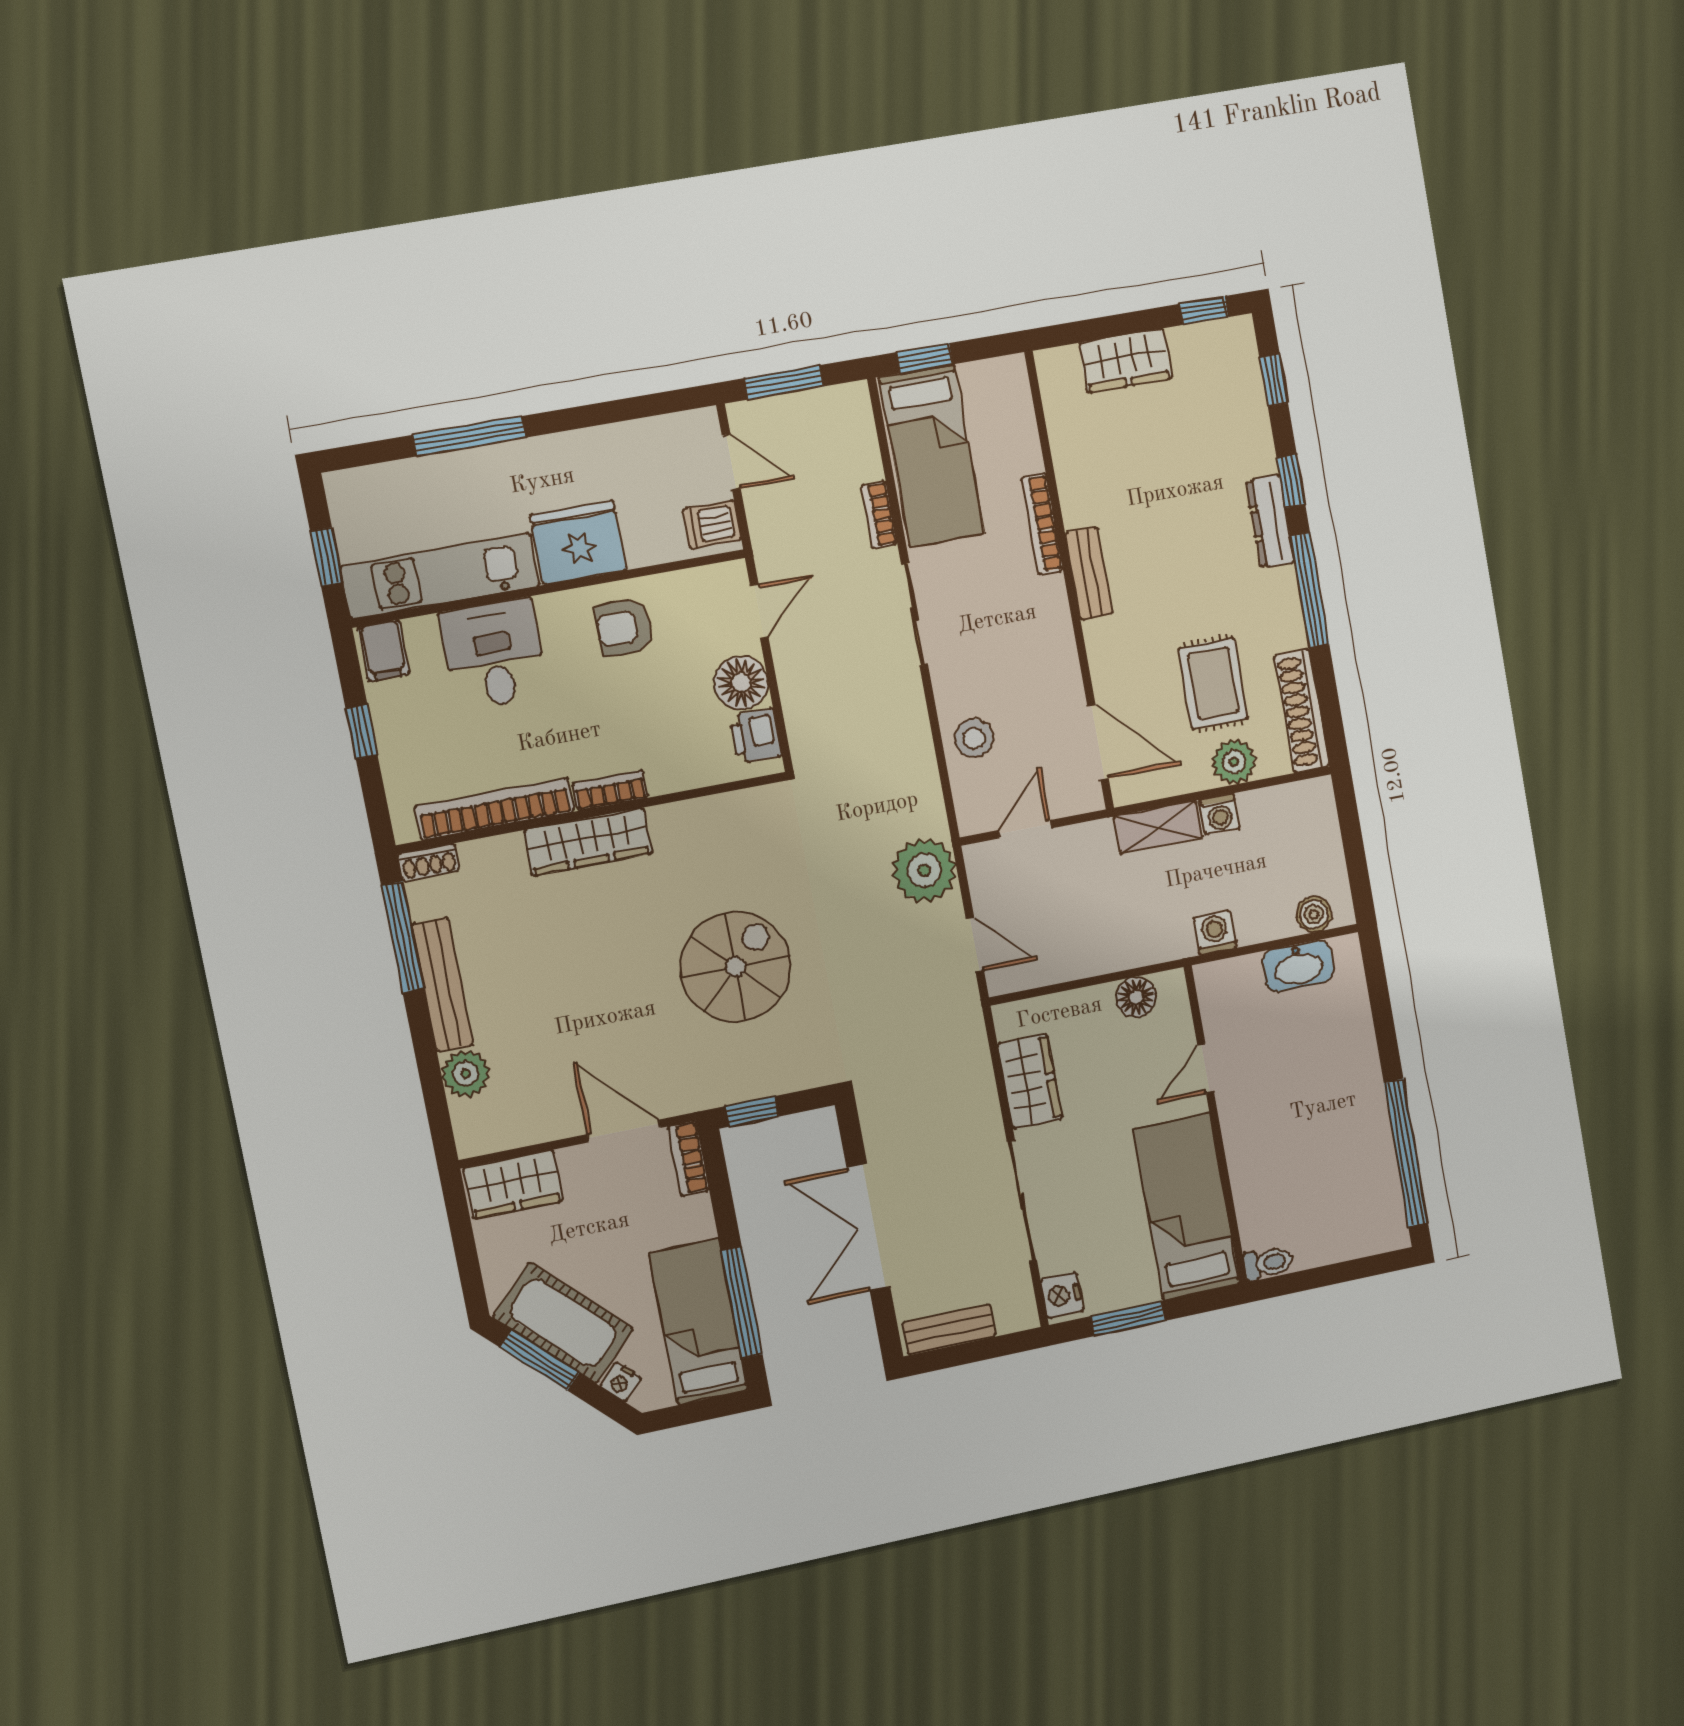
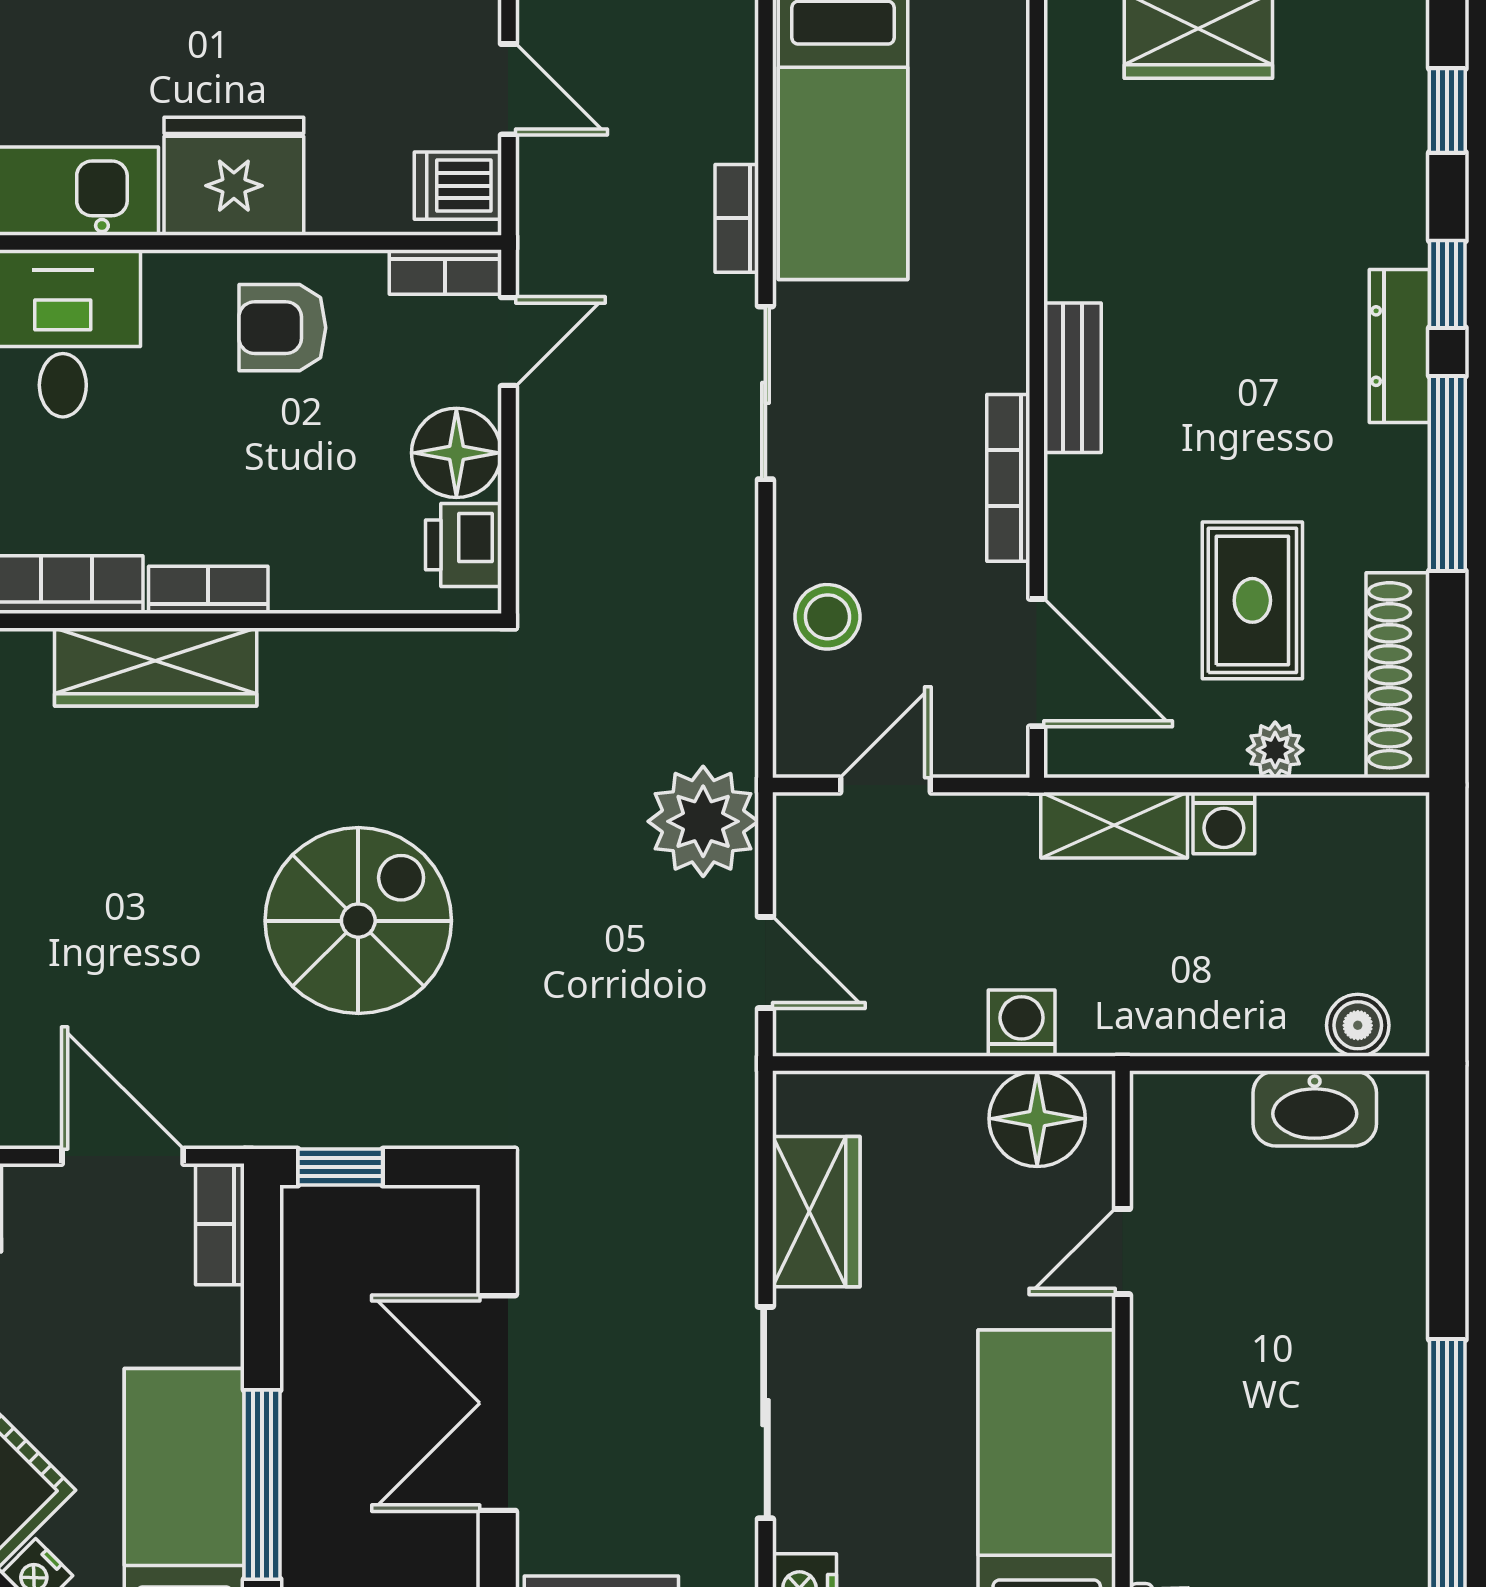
bookcase: (1042, 524) -> (1008, 478), moved
bookcase: (714, 577) -> (445, 272), added
plant: (1234, 762) -> (1275, 750), width x0.73, depth x0.73
washing machine: (1215, 933) -> (1022, 1023), moved
floor lamp: (1136, 997) -> (1037, 1119), width x1.38, depth x1.38

